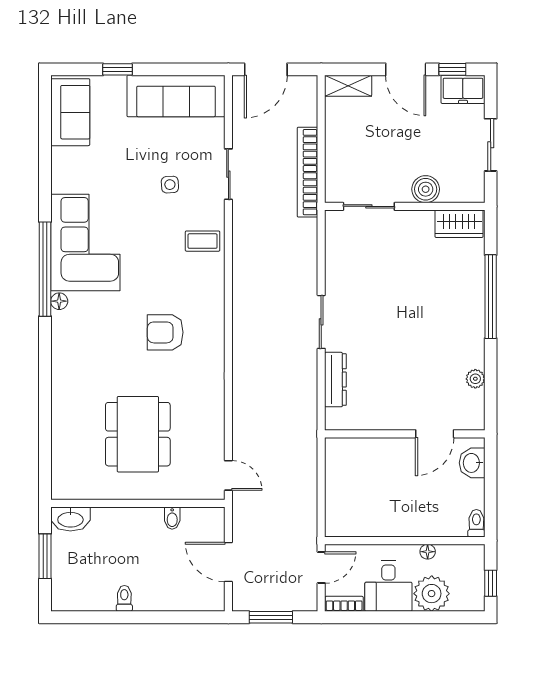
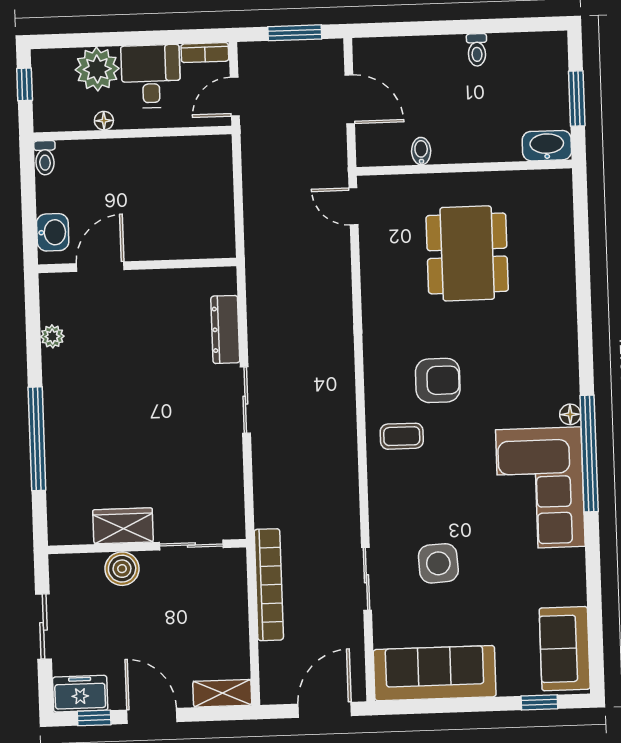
window: (118, 69) -> (539, 702), moved
side table: (170, 185) -> (438, 563), width x1.87, depth x1.87
wardrobe: (459, 224) -> (123, 526), moved
coffee table: (203, 241) -> (402, 436), moved

